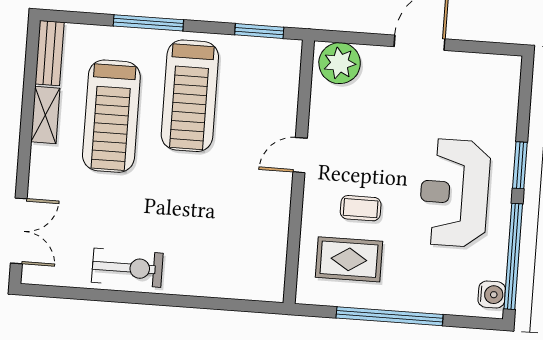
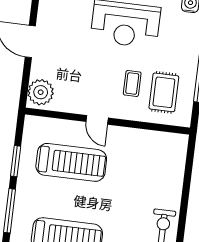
window: (259, 31) -> (16, 161), moved
treadmill: (190, 96) -> (71, 162), moved

